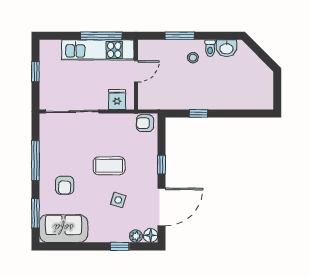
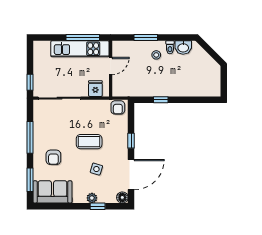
window: (35, 71) -> (30, 82), moved
armchair: (145, 123) -> (118, 107), turned -90
plant: (136, 236) -> (92, 198), moved

